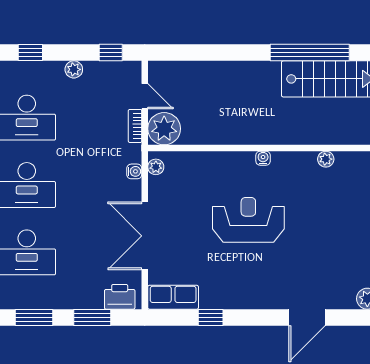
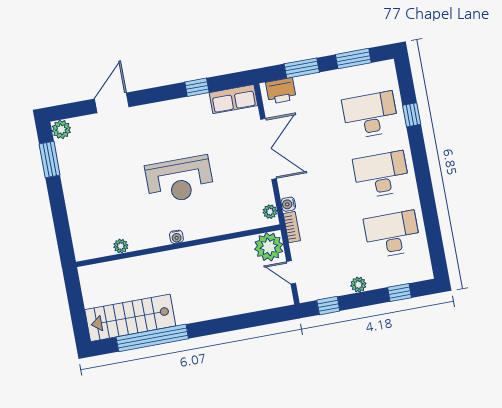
bookcase: (135, 126) -> (292, 227), moved

